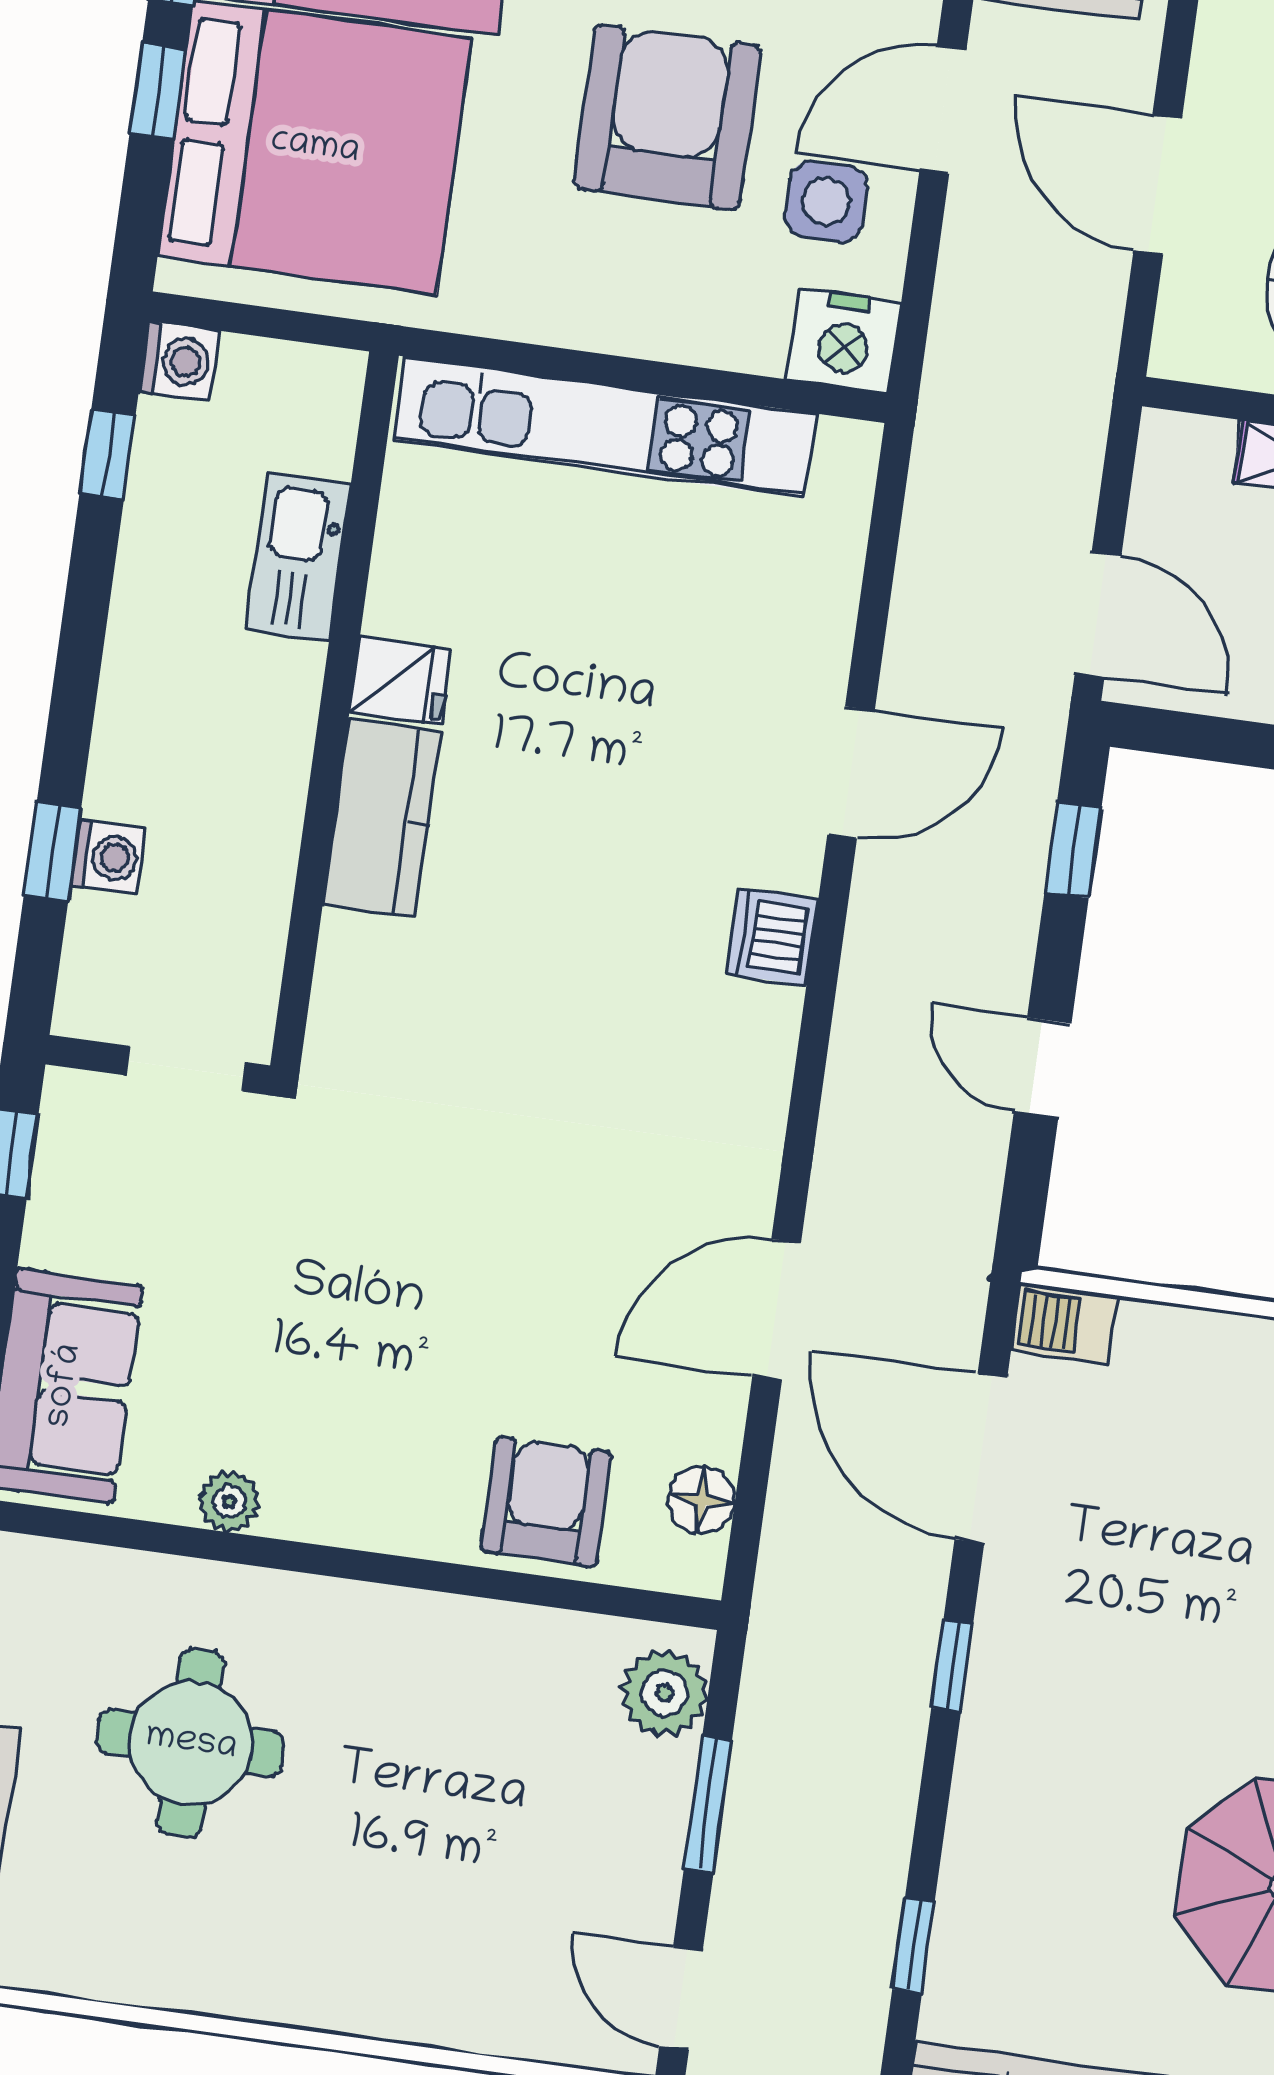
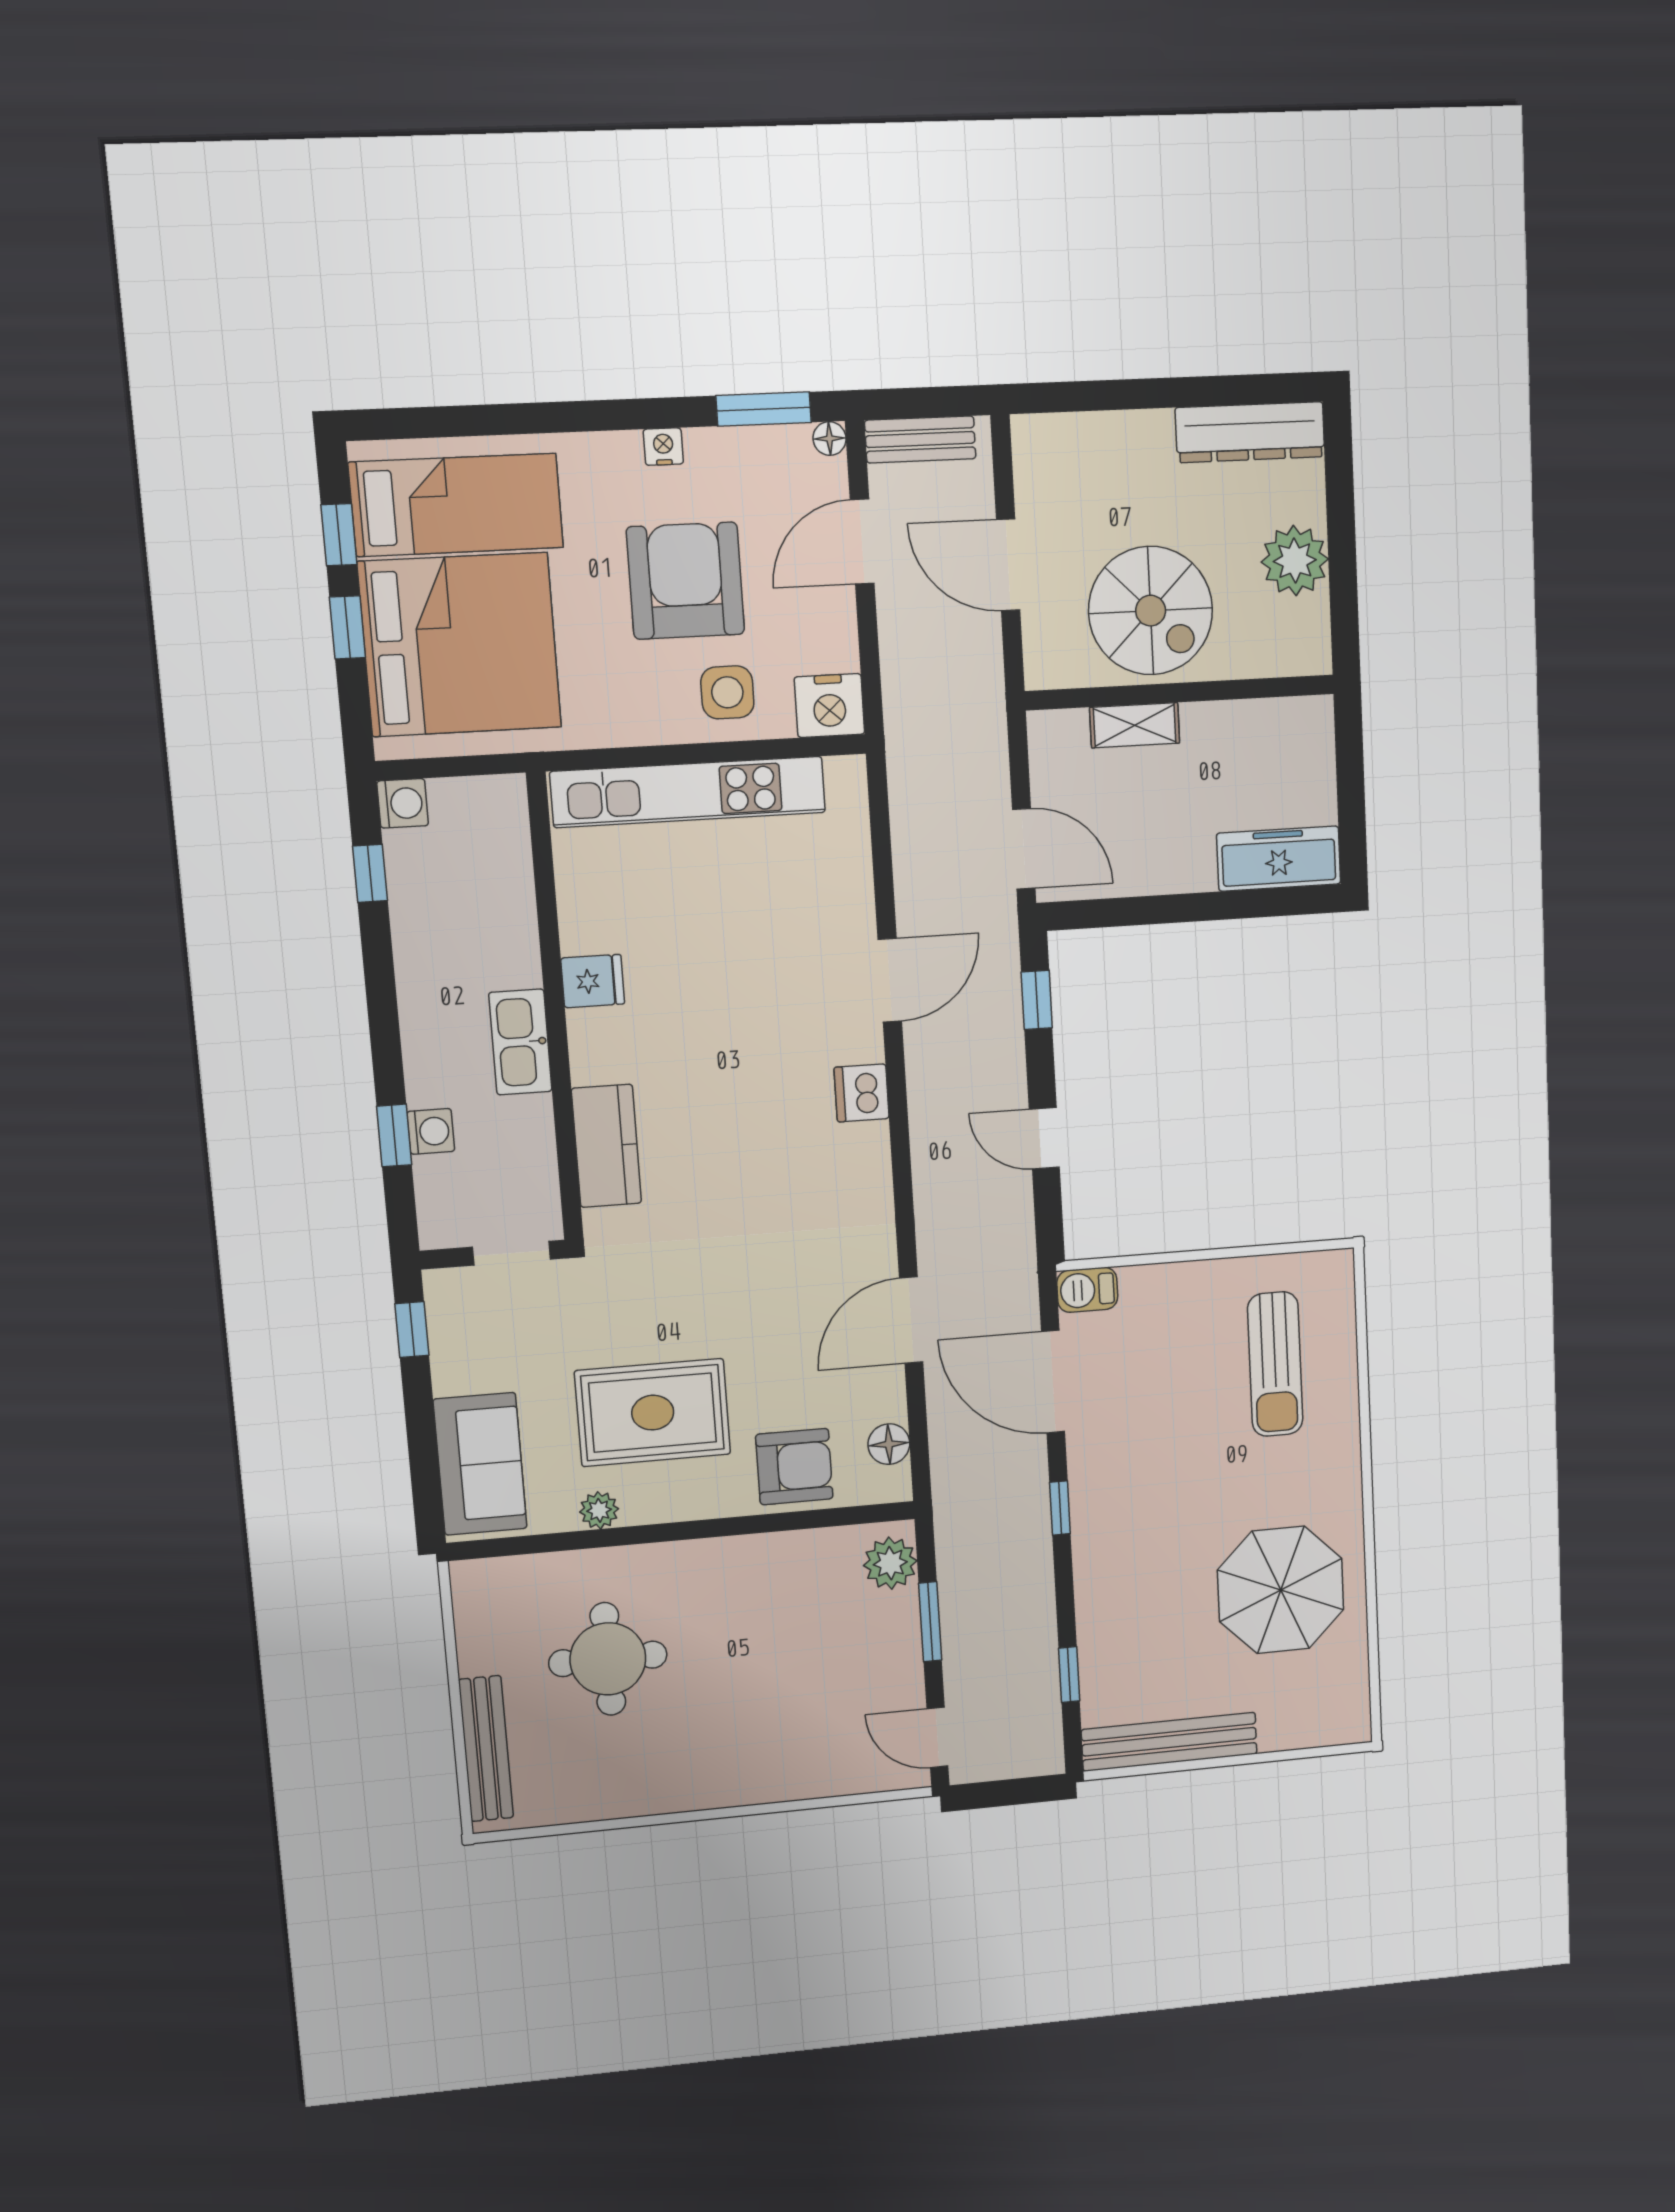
side table: (826, 202) -> (727, 692), moved
kitchen sink: (299, 557) -> (520, 1042), moved
kitchen counter: (382, 818) -> (606, 1146), moved
rug: (346, 1365) -> (653, 1413), added
armchair: (546, 1502) -> (794, 1467), turned 90

